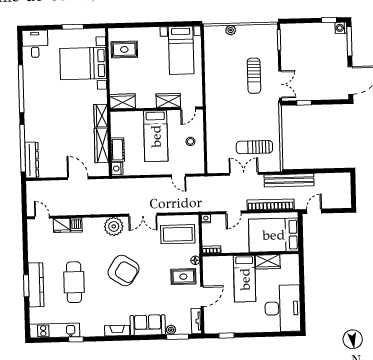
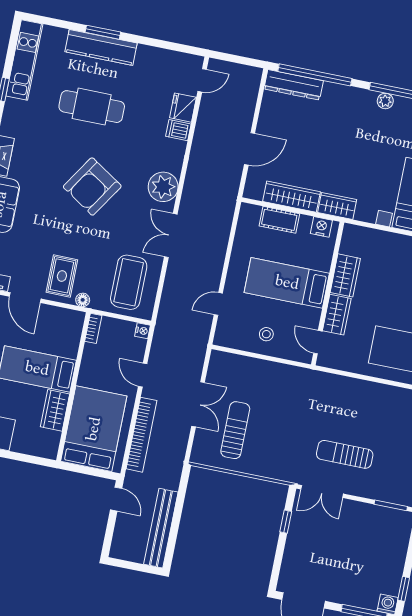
plant: (29, 101) -> (385, 101), added
wardrobe: (123, 101) -> (345, 275), moved
nightstand: (117, 169) -> (321, 227), moved
bench: (289, 180) -> (161, 528), moved

